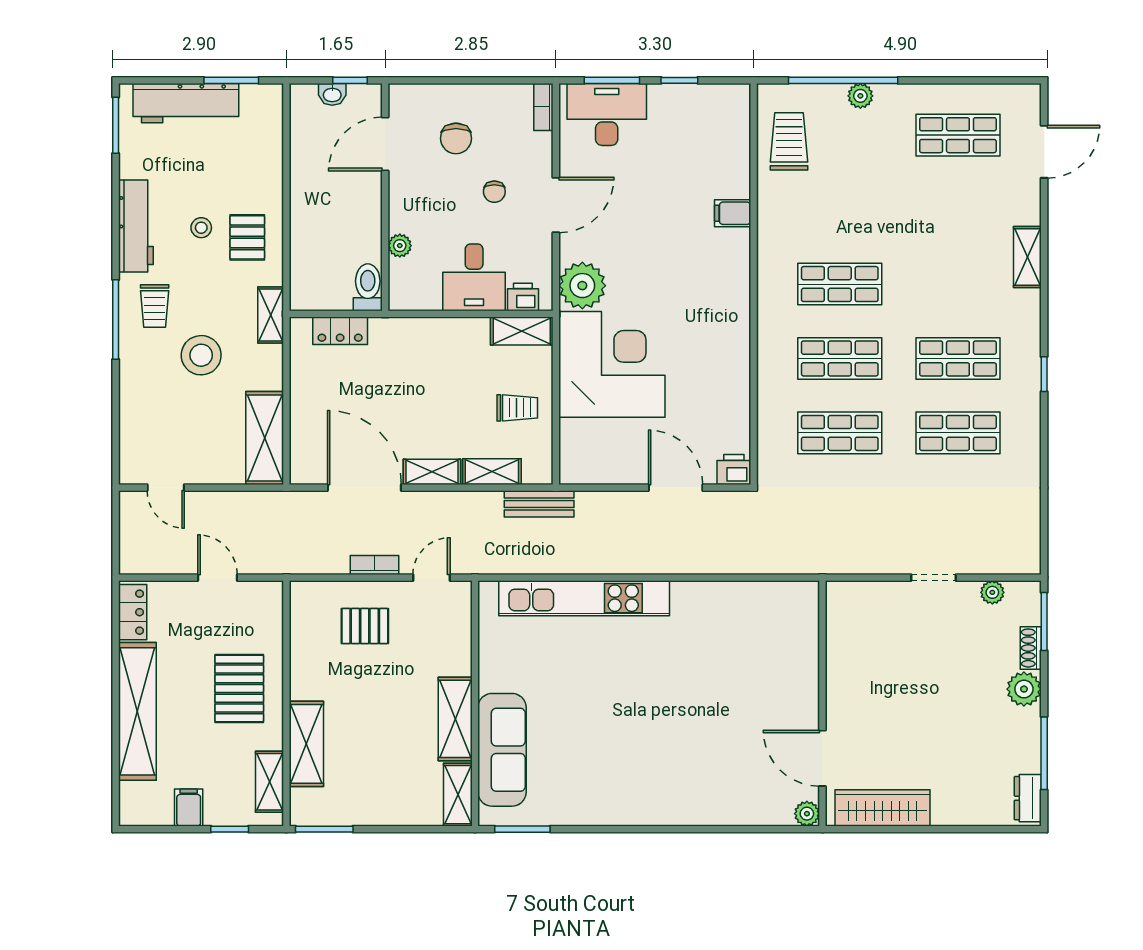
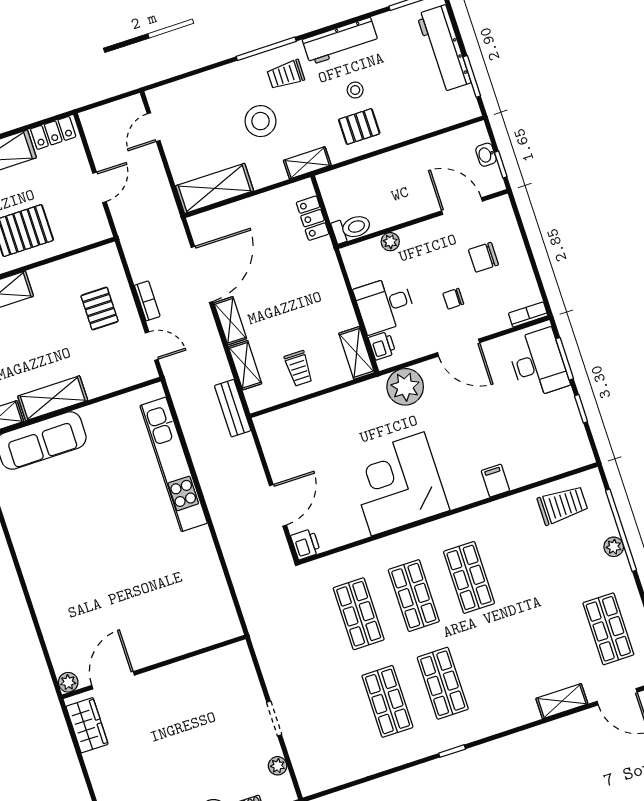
shelving: (1027, 257) -> (562, 701), moved
corner desk: (612, 364) -> (398, 484), moved, turned 180
wardrobe: (883, 808) -> (87, 725), width x0.67

